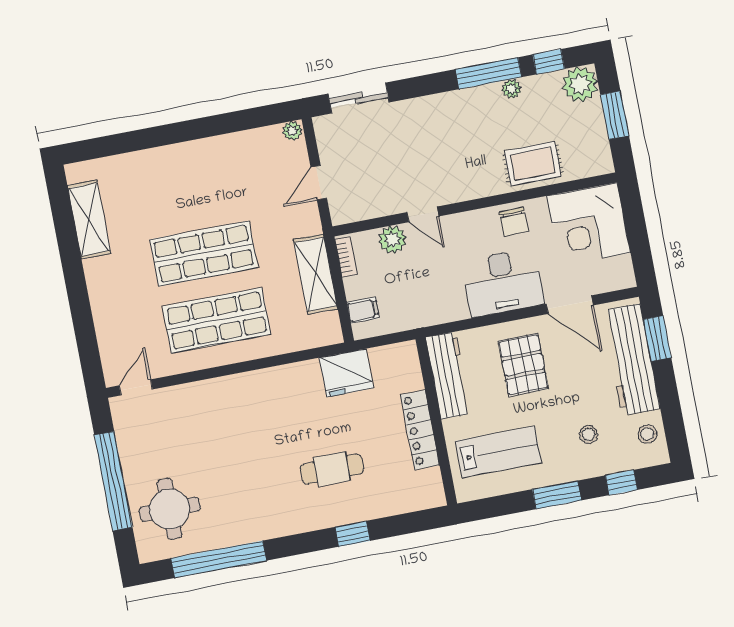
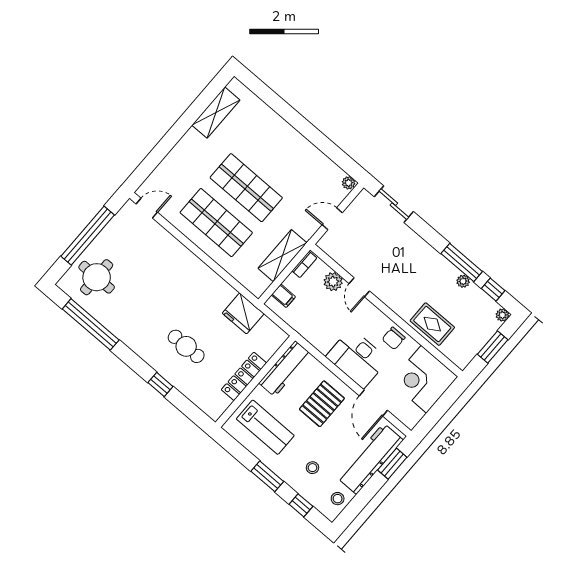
plant: (580, 84) -> (502, 315), width x0.53, depth x0.53

